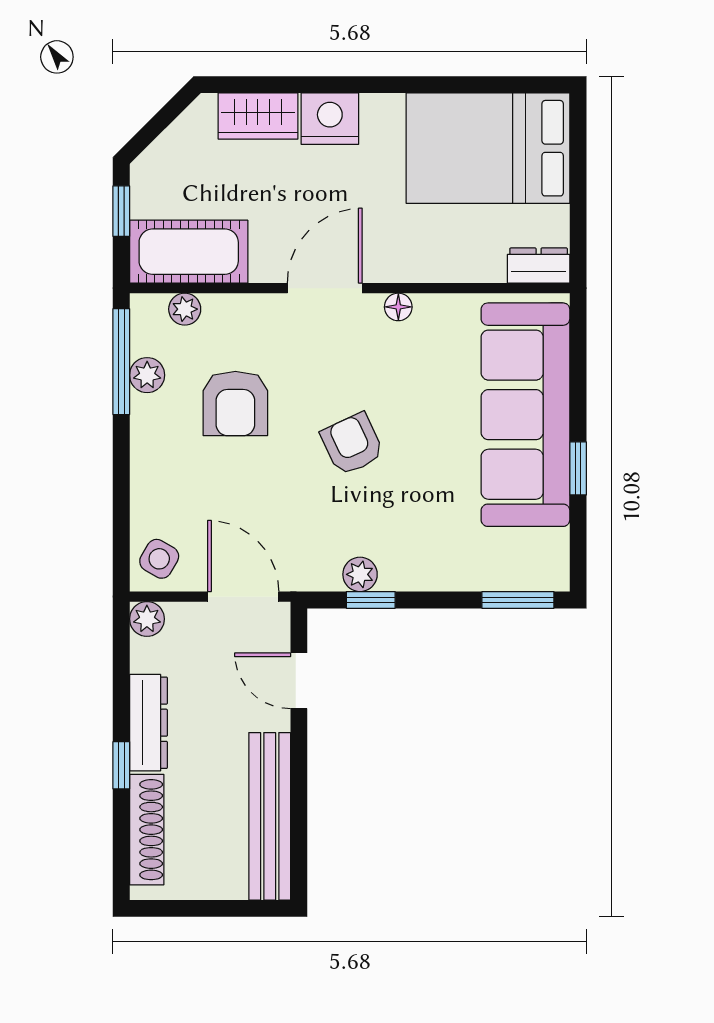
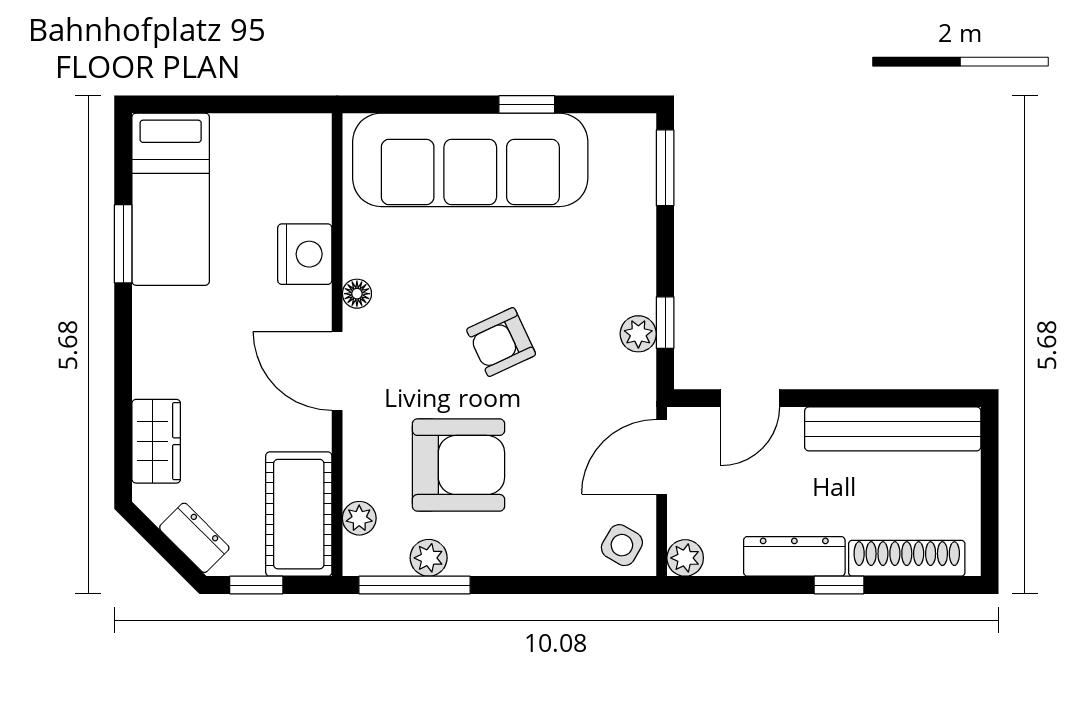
window: (446, 85) -> (123, 244), added
nightstand: (330, 119) -> (305, 254), moved, turned 180
bed: (488, 148) -> (171, 199), width x0.67
dresser: (539, 266) -> (194, 538), moved, turned 135
armchair: (235, 404) -> (459, 465), width x1.36, depth x1.36

